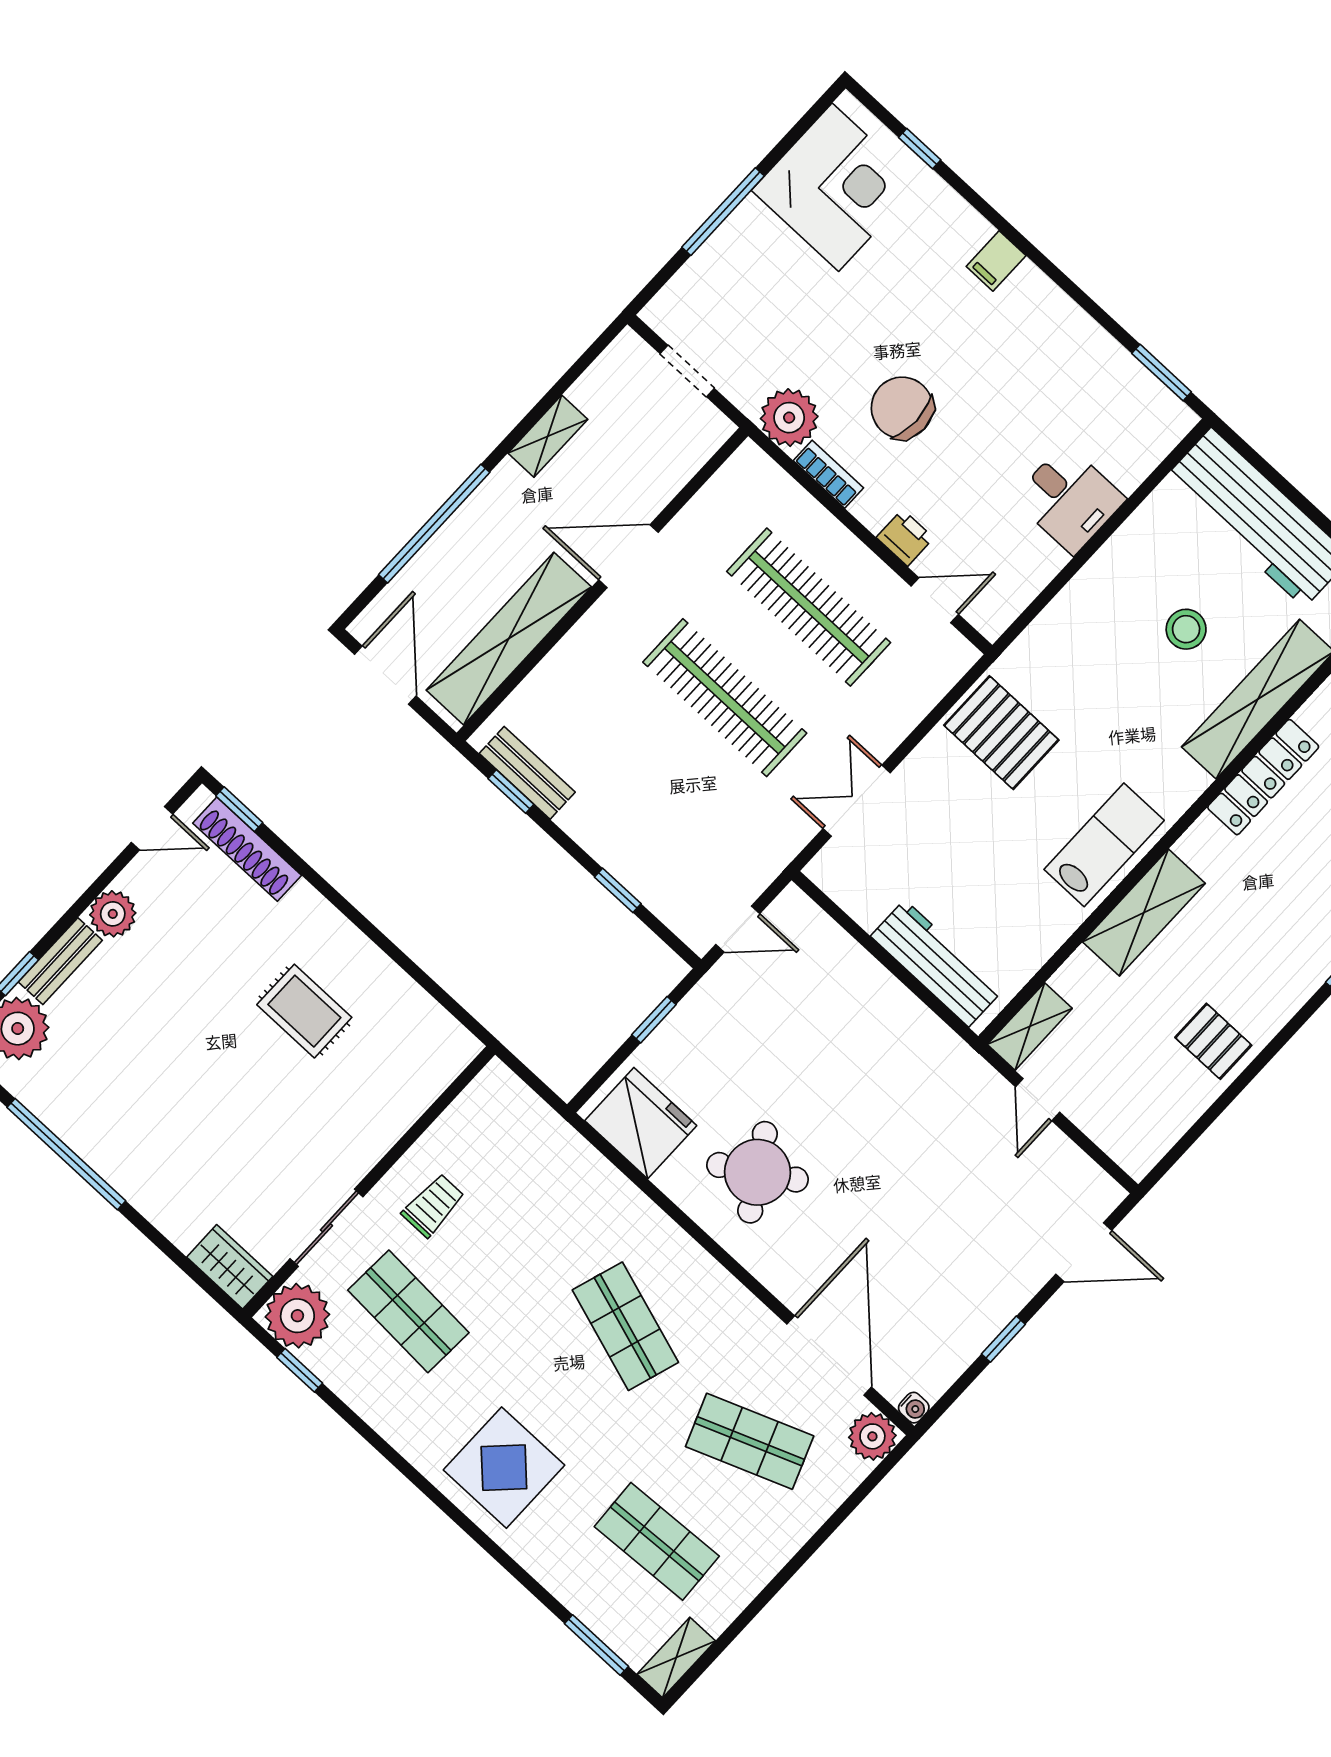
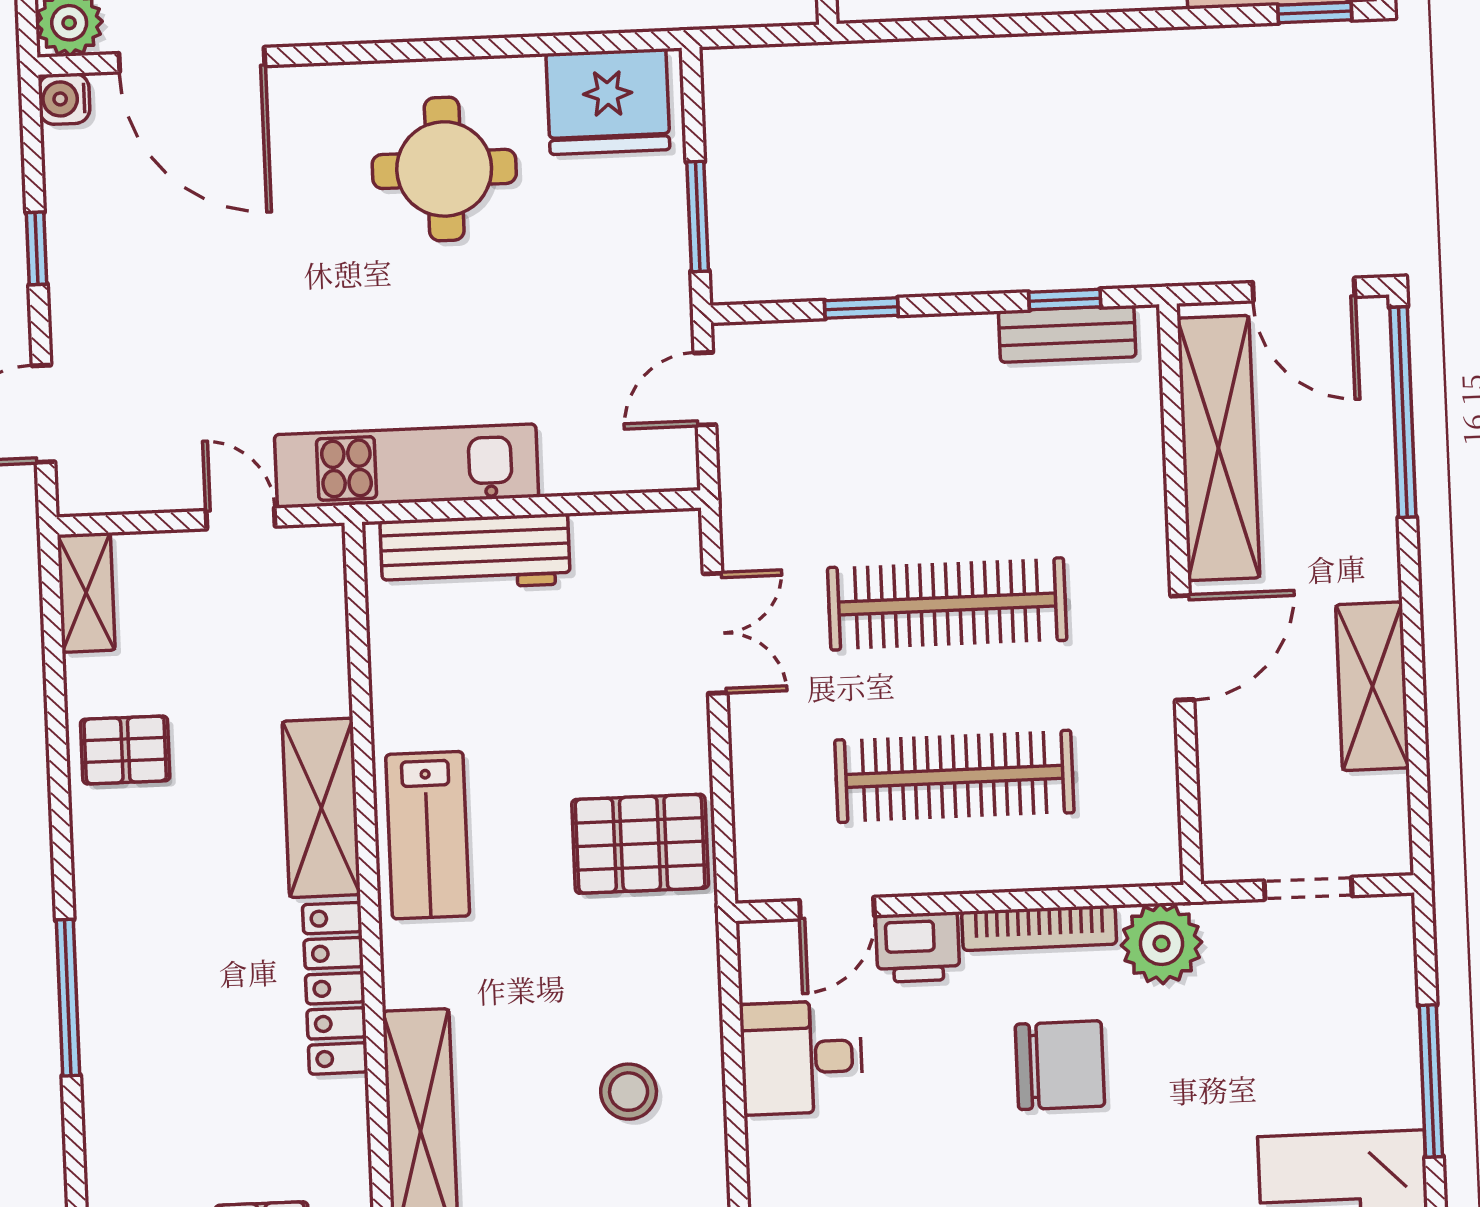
shelving: (548, 436) -> (1372, 686), width x1.50, depth x1.33
bookcase: (828, 474) -> (1039, 928), width x1.56
desk: (1069, 499) -> (802, 1058), moved
window: (434, 524) -> (1403, 412), moved
printer: (905, 538) -> (918, 947), width x1.36, depth x1.24
stool: (1186, 629) -> (629, 1092), moved
locker: (1263, 777) -> (335, 988), moved
window: (654, 1020) -> (698, 216), width x1.50
shelving: (1030, 1026) -> (86, 592), moved
kitchen unit: (927, 1042) -> (407, 466), added
round table: (758, 1172) -> (444, 169), turned 32
water cooler: (914, 1408) -> (64, 99), width x1.38, depth x1.38

